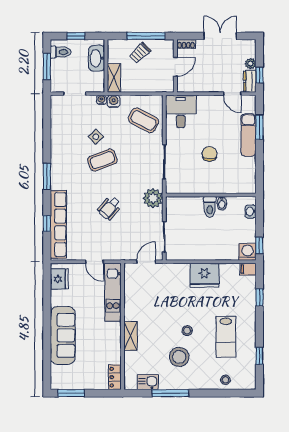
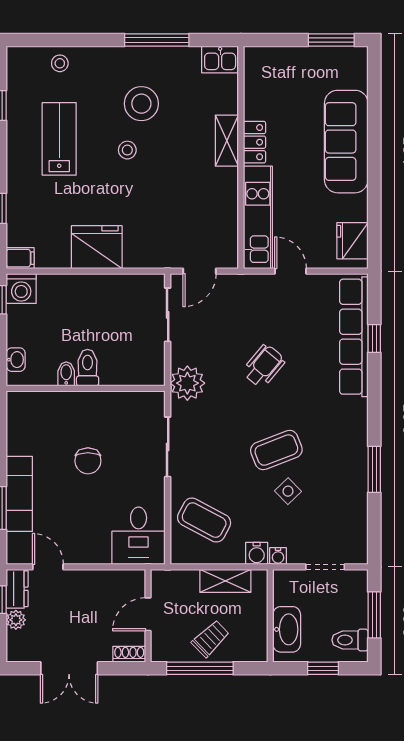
shelving: (114, 78) -> (225, 581), moved, turned 90
window: (47, 176) -> (374, 469), moved
locker: (115, 377) -> (254, 142), moved
kitchen sink: (148, 382) -> (220, 59), moved

